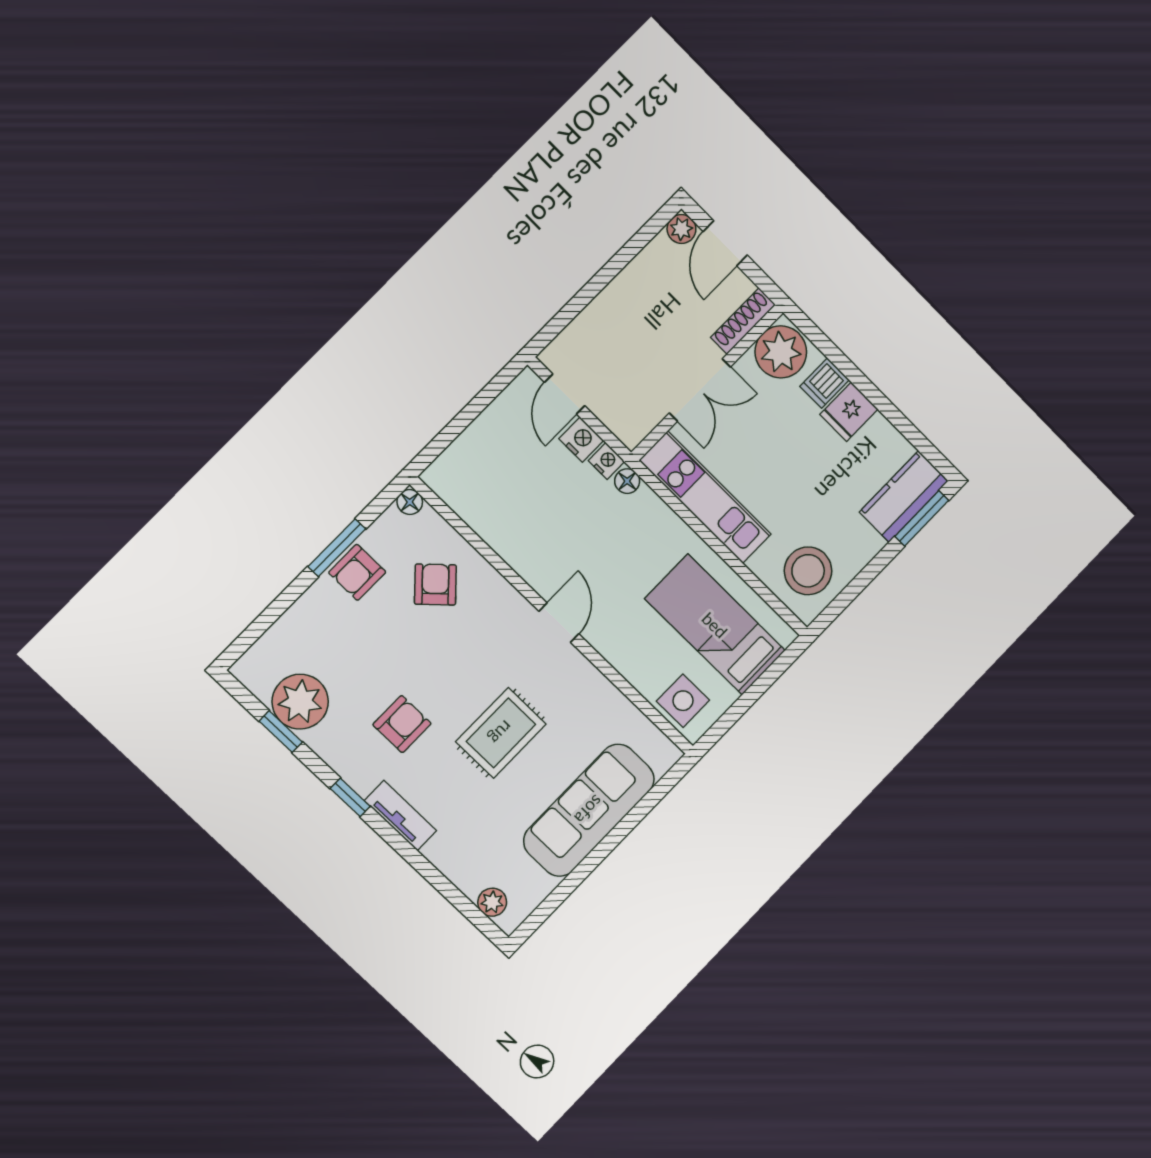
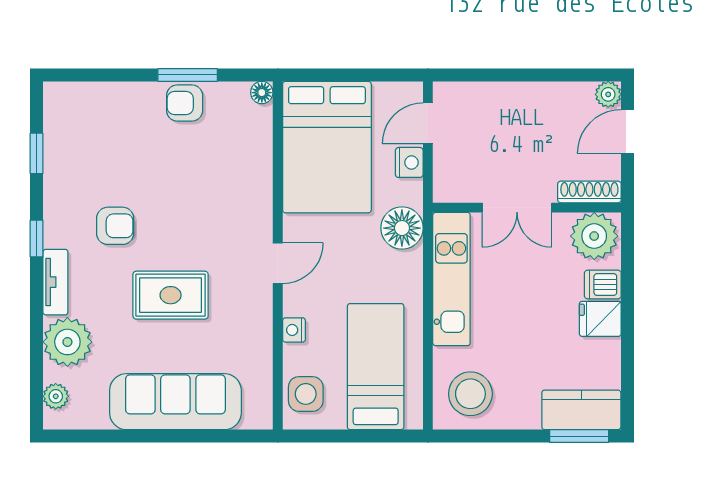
nightstand: (607, 461) -> (294, 330), moved, turned 180
floor lamp: (627, 481) -> (402, 228), width x1.89, depth x1.89
bed: (505, 493) -> (327, 147), added
armchair: (435, 585) -> (225, 160), removed
plant: (300, 702) -> (67, 342), moved

